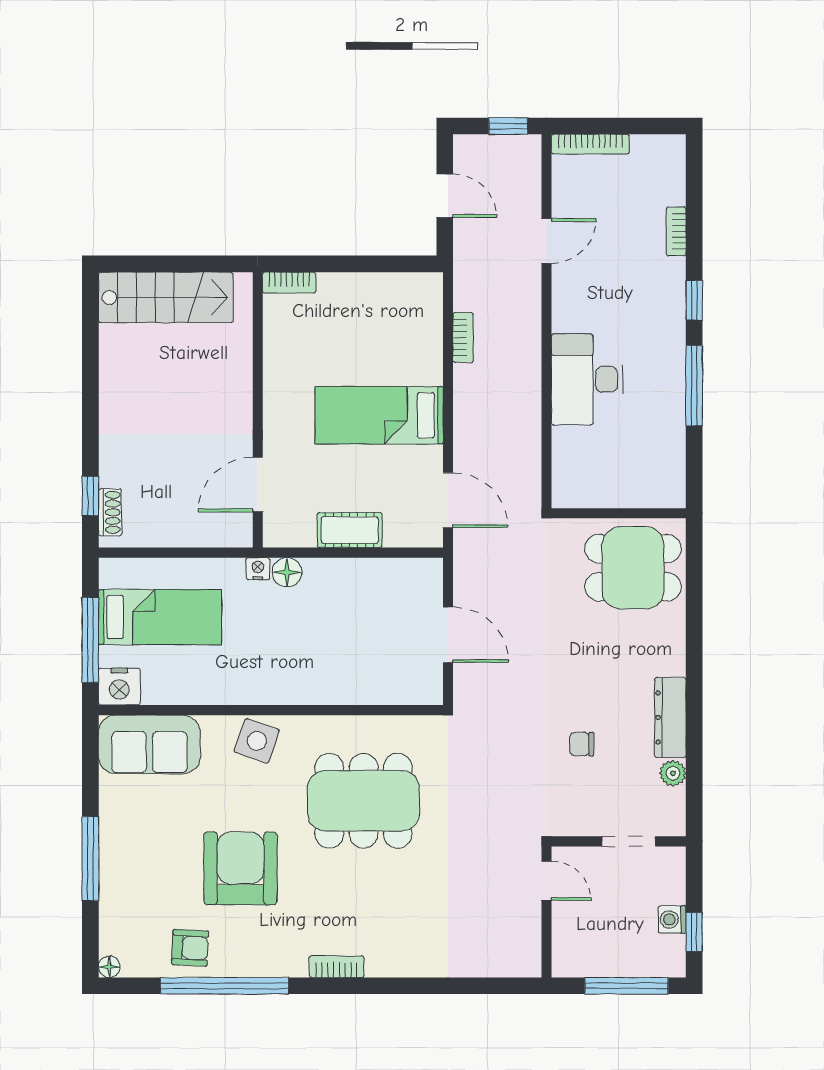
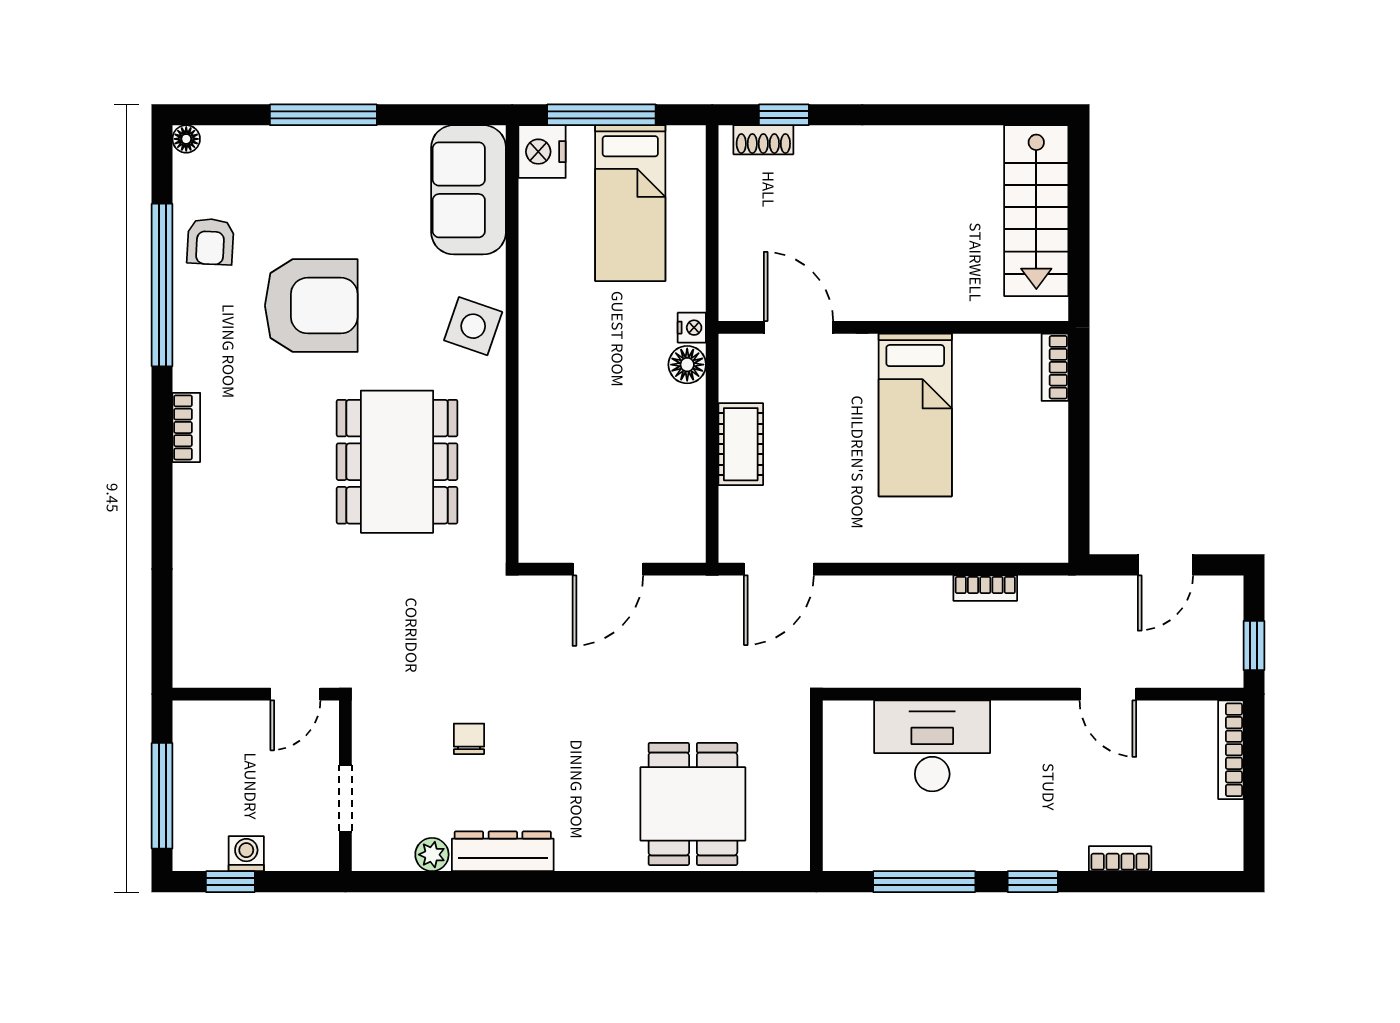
bed: (379, 415) -> (915, 415), moved, turned 180
wall: (619, 513) -> (816, 786), moved

